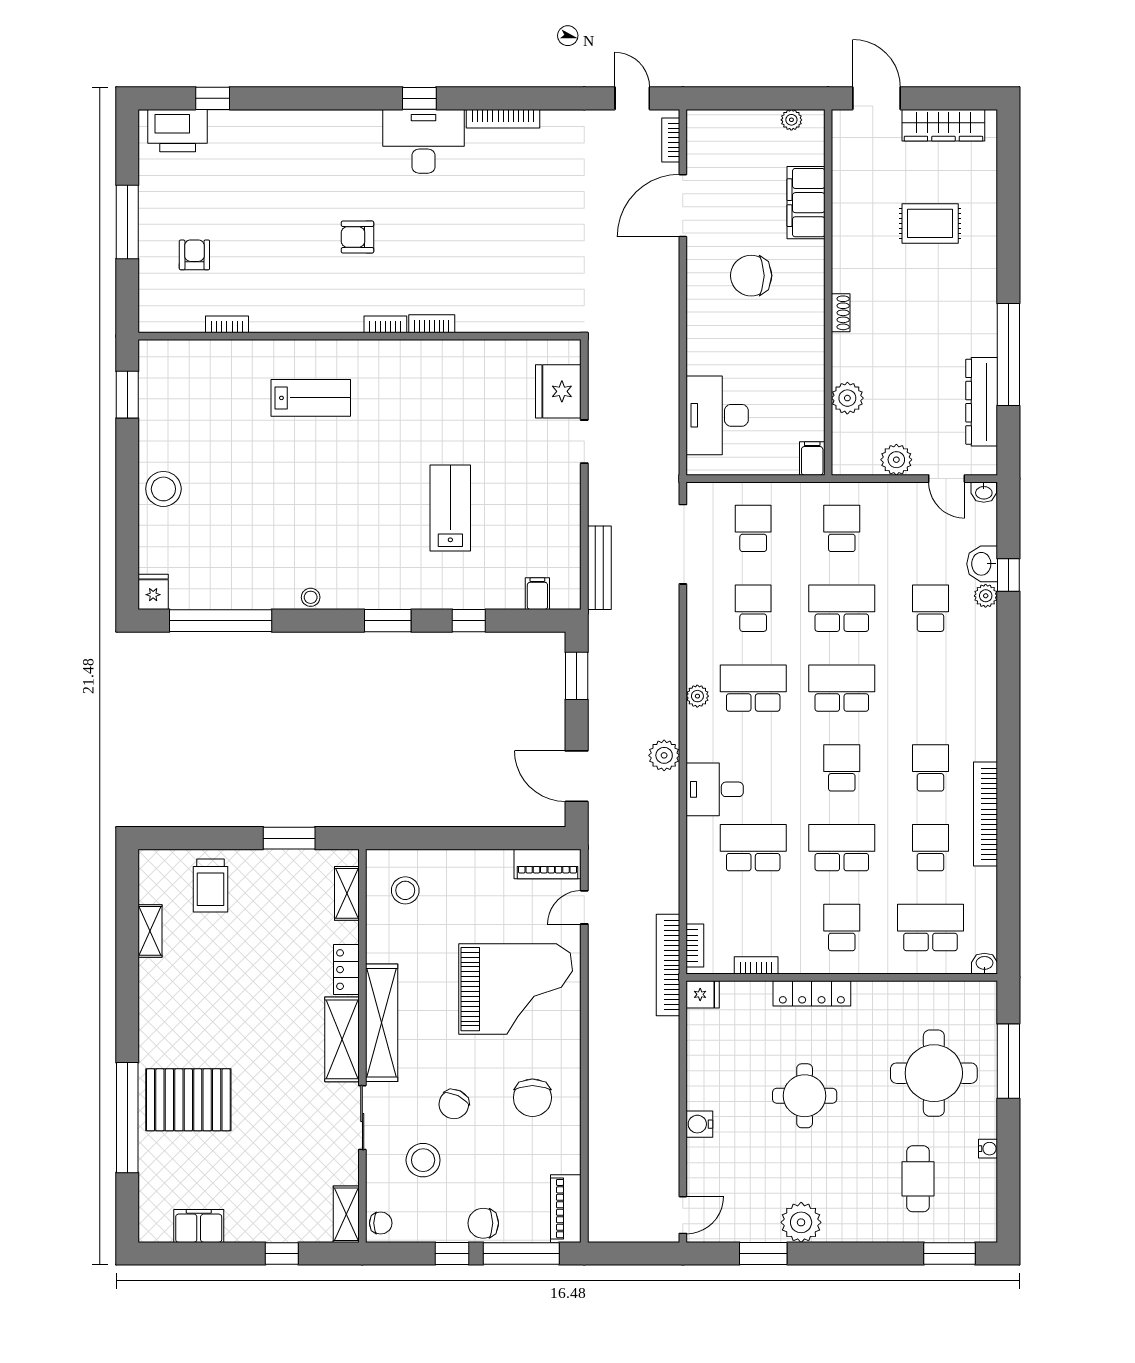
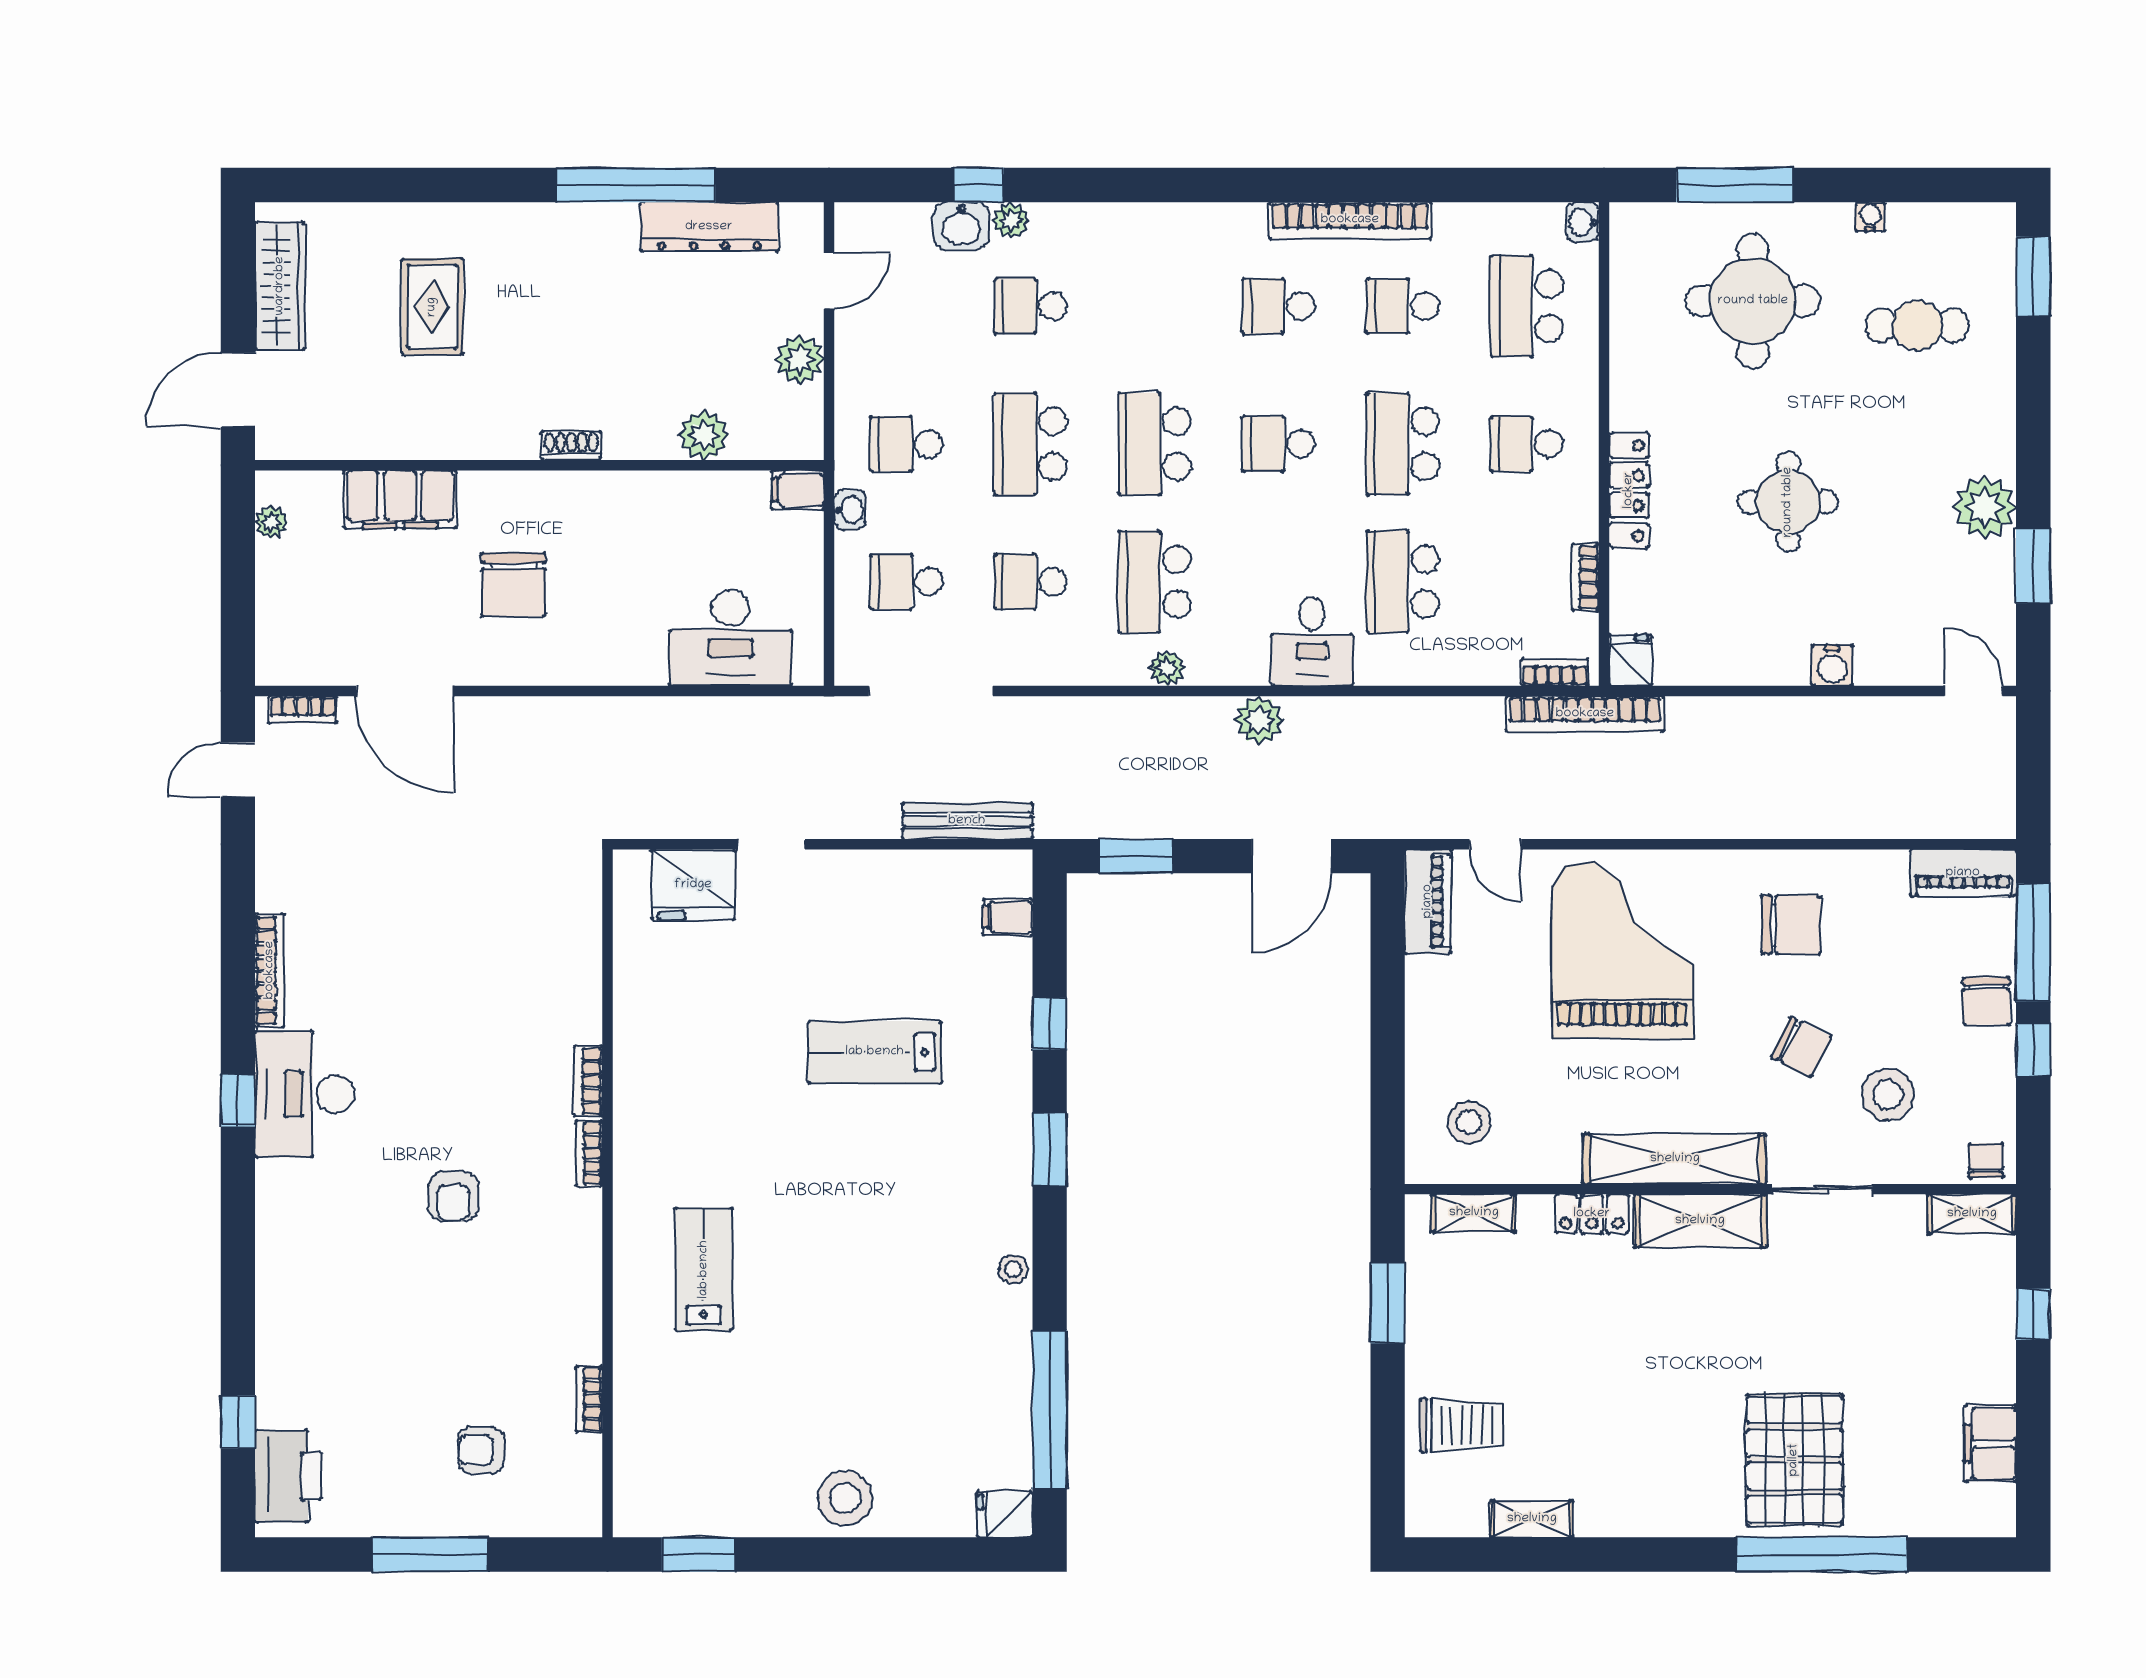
washbasin: (984, 492) -> (850, 510), moved

